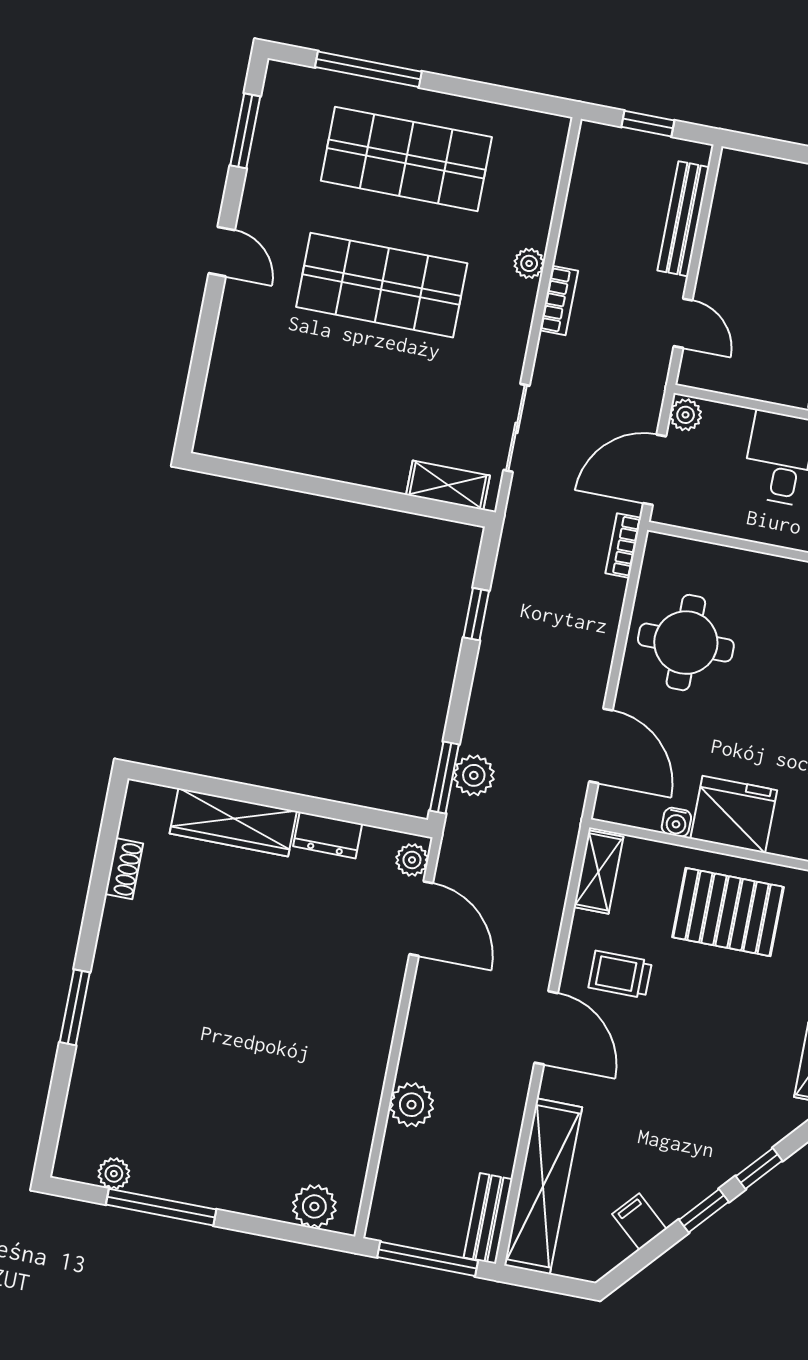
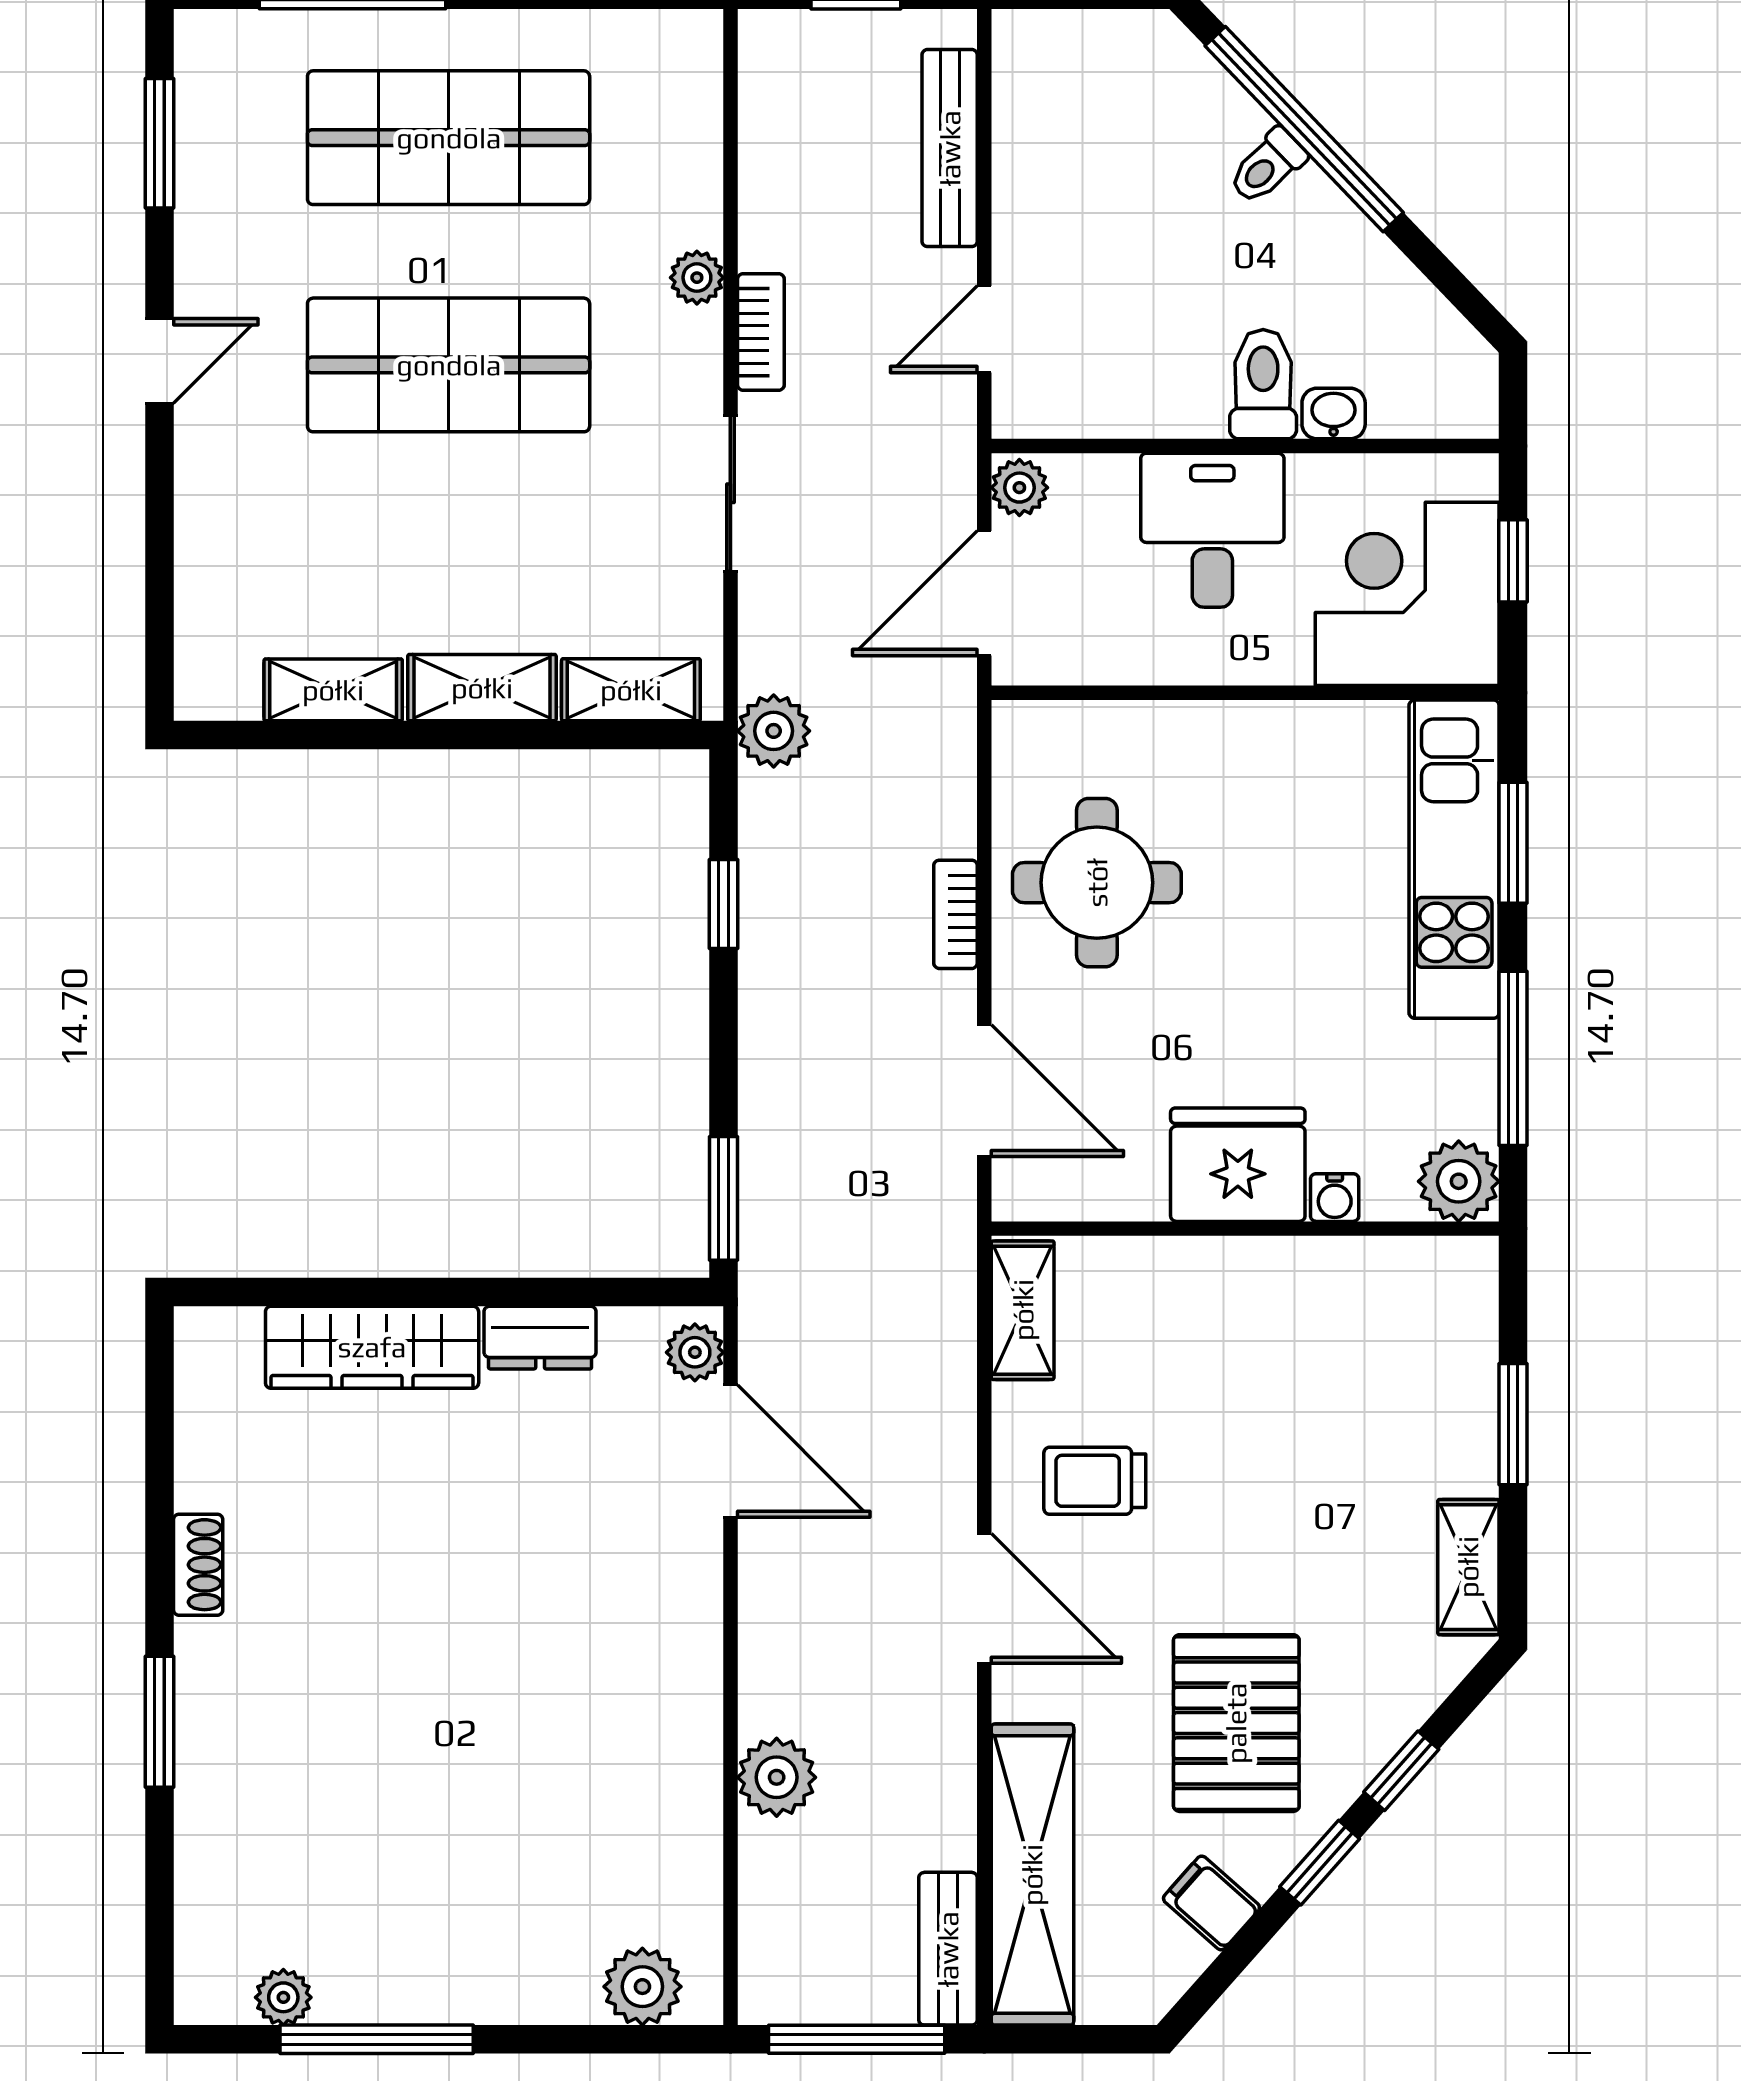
door: (222, 252) -> (159, 361), hinge flipped
door: (683, 323) -> (984, 329), swing flipped
sliding door: (516, 428) -> (730, 493), moved
shelving: (283, 453) -> (333, 690), added
shelving: (366, 468) -> (482, 688), added
bookcase: (623, 546) -> (956, 914), moved
plant: (474, 775) -> (774, 731), moved
water cooler: (676, 822) -> (1335, 1198), moved
shoe rack: (124, 869) -> (198, 1565), moved
pallet: (728, 912) -> (1236, 1723), moved, turned 90

